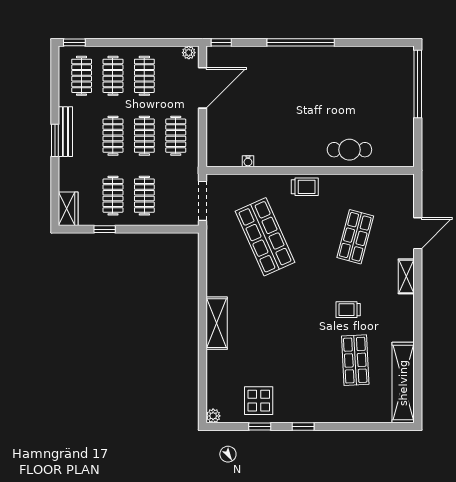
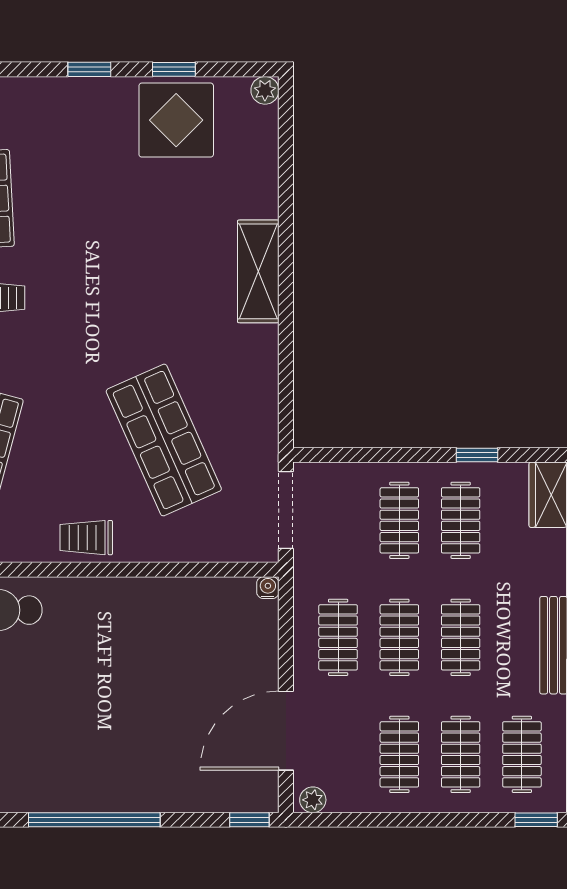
water cooler: (248, 161) -> (268, 588), moved
display table: (259, 401) -> (176, 120), width x1.36, depth x1.36

